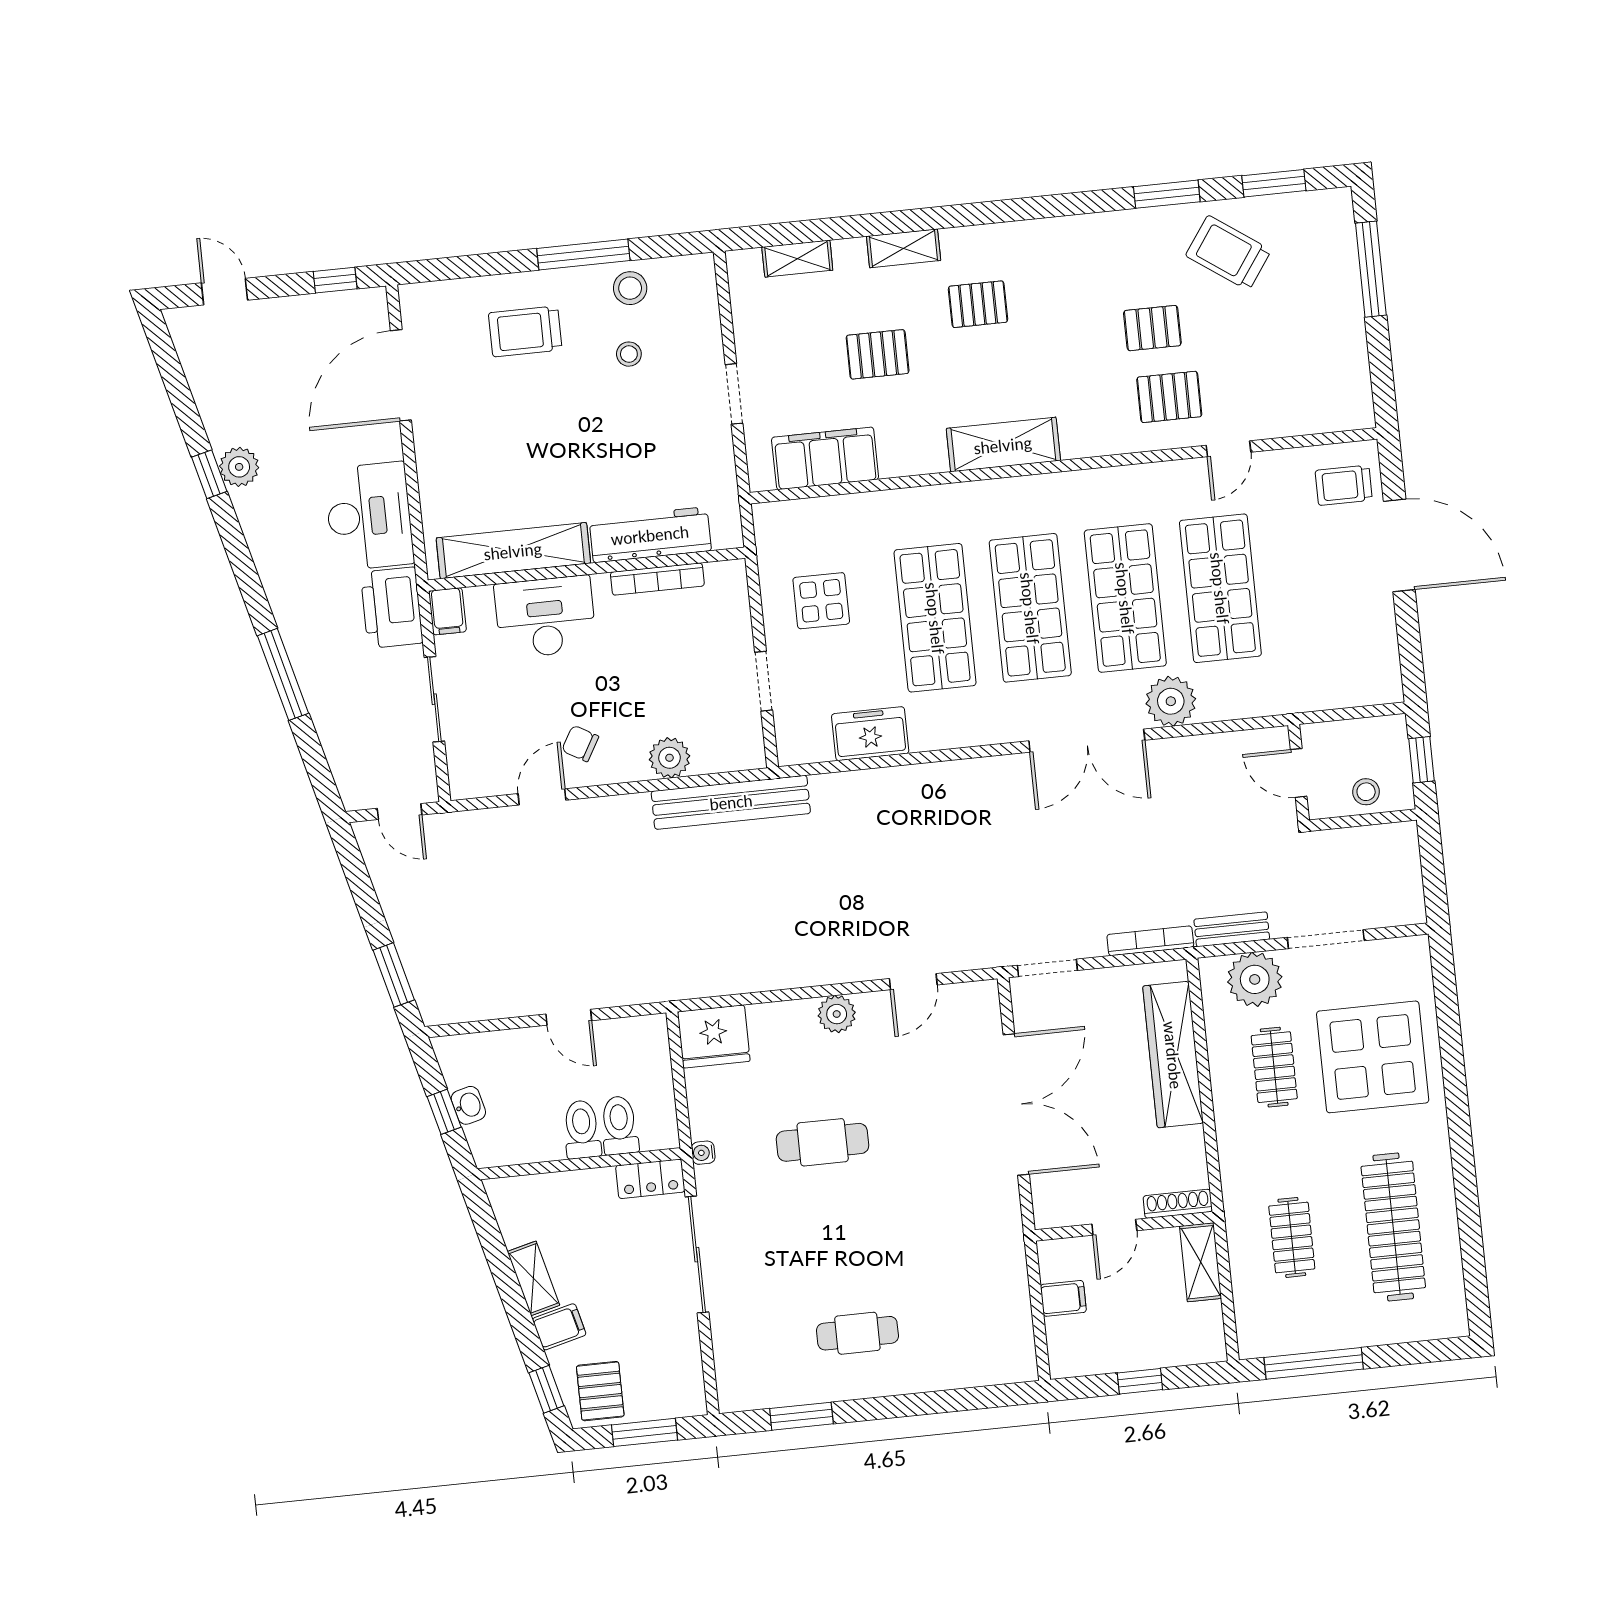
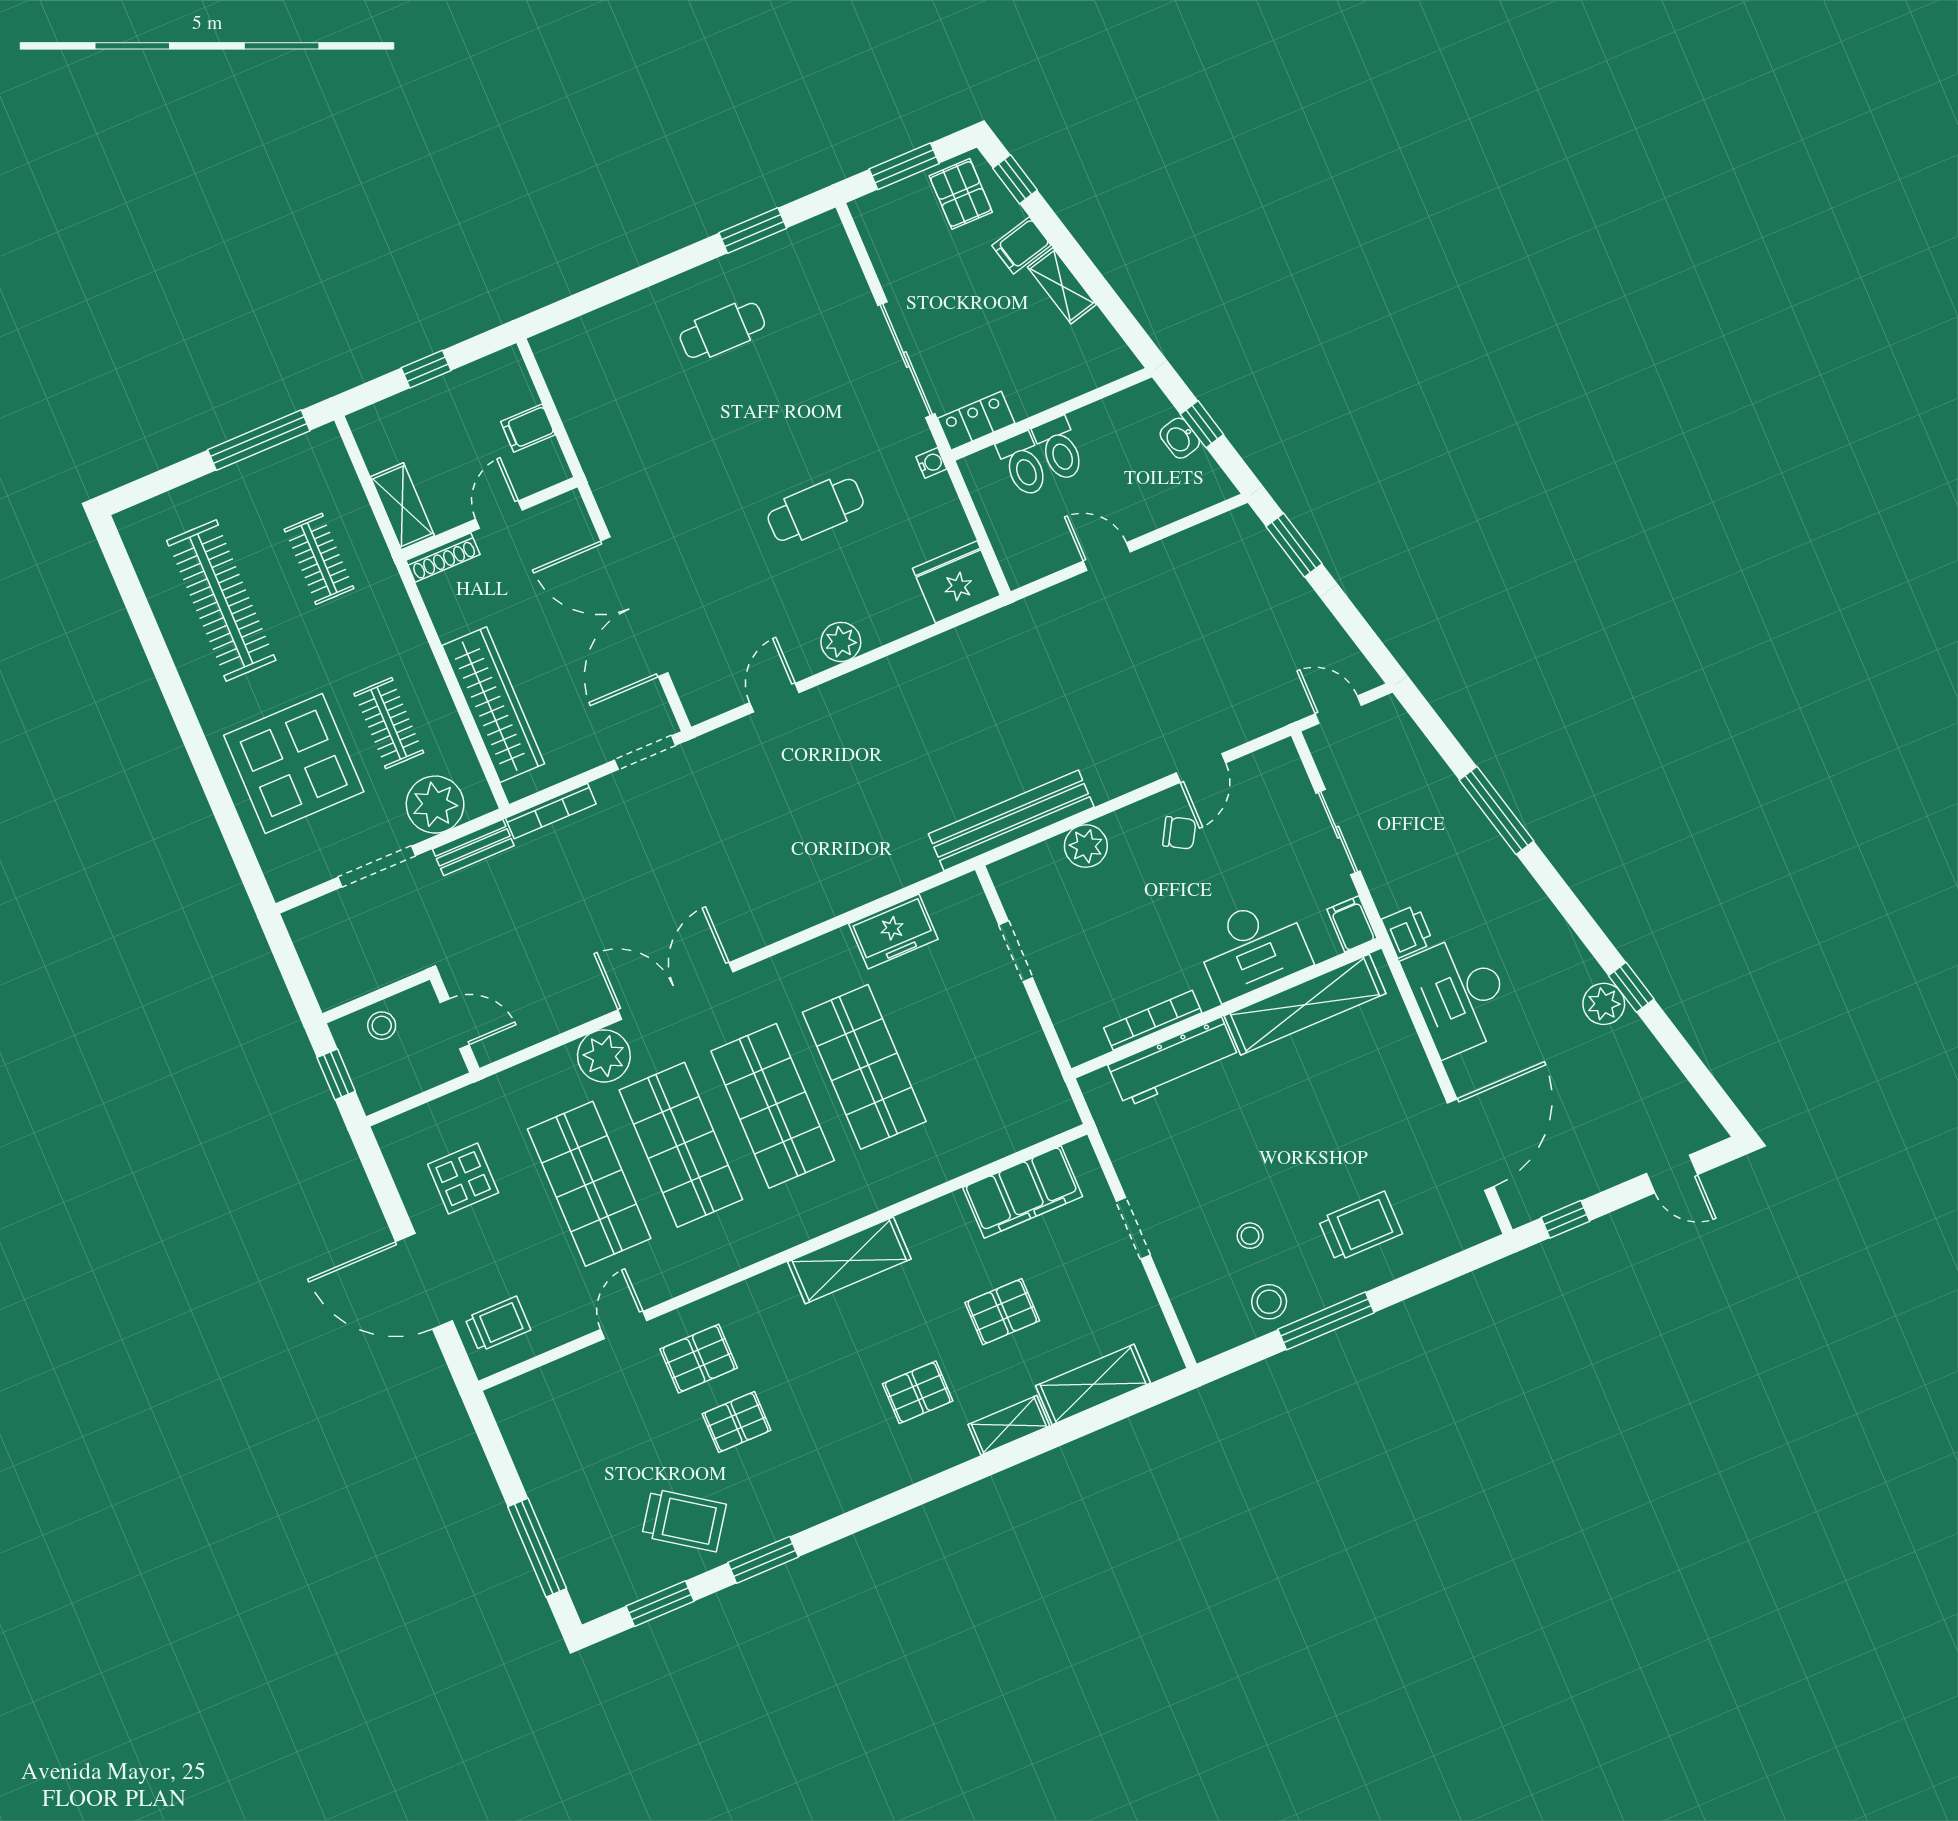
shelving: (797, 259) -> (1093, 1384), width x1.50, depth x1.33
display table: (821, 601) -> (463, 1179), moved
printer: (392, 608) -> (1407, 931), width x0.53, depth x0.68

